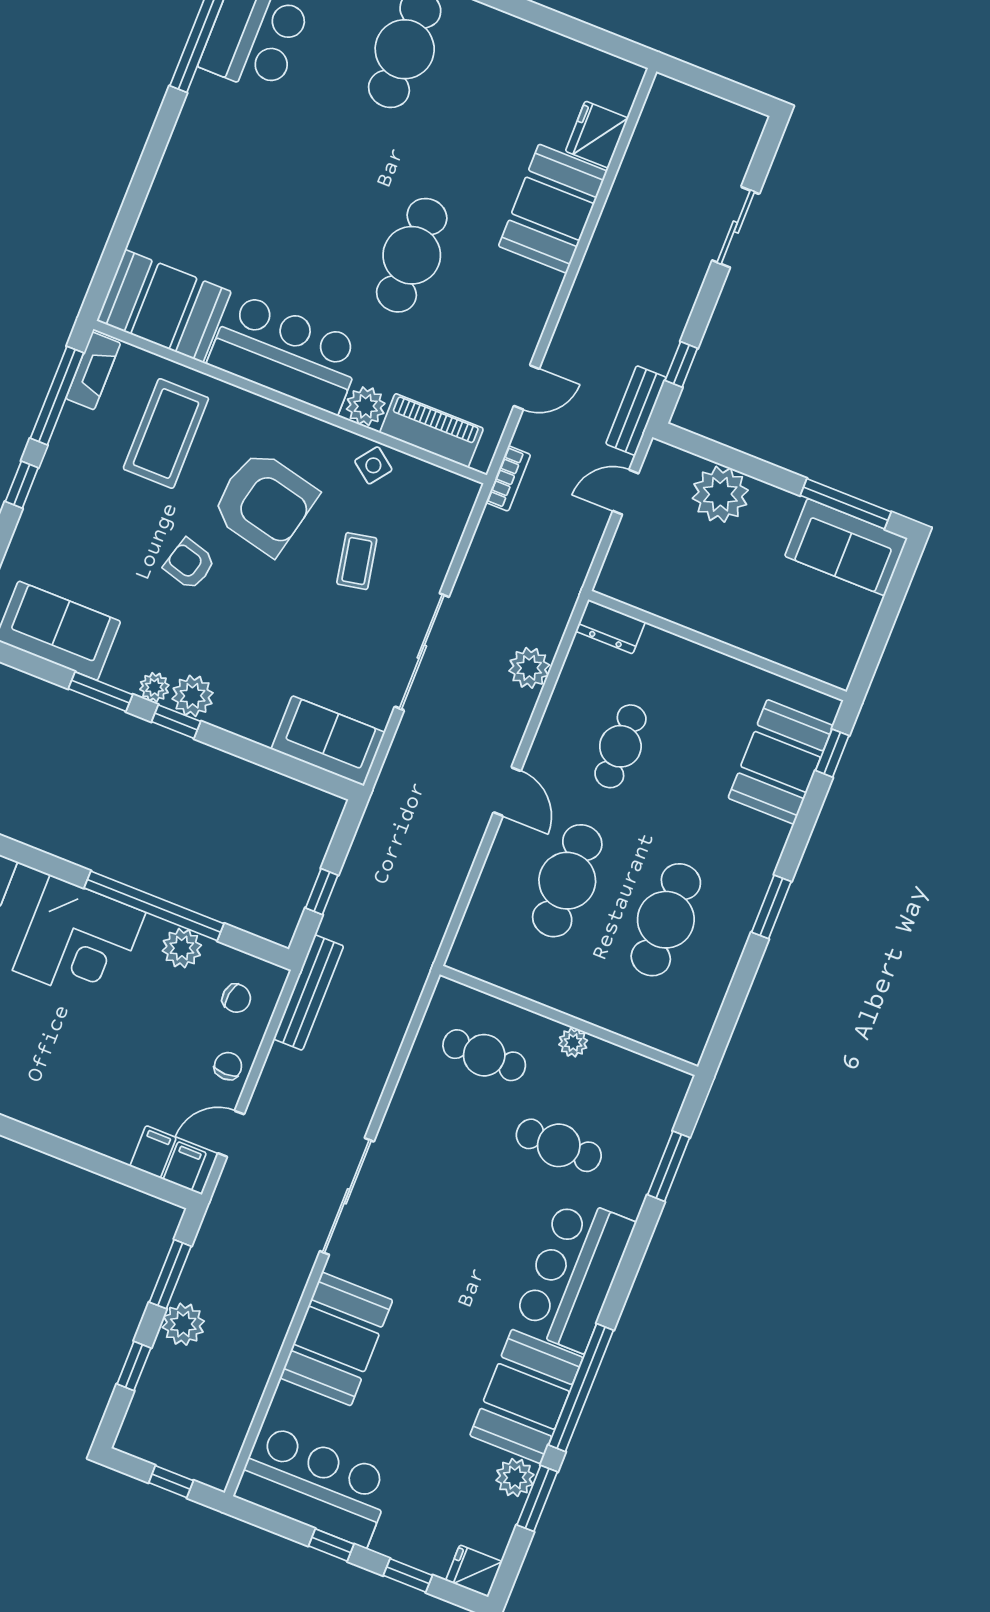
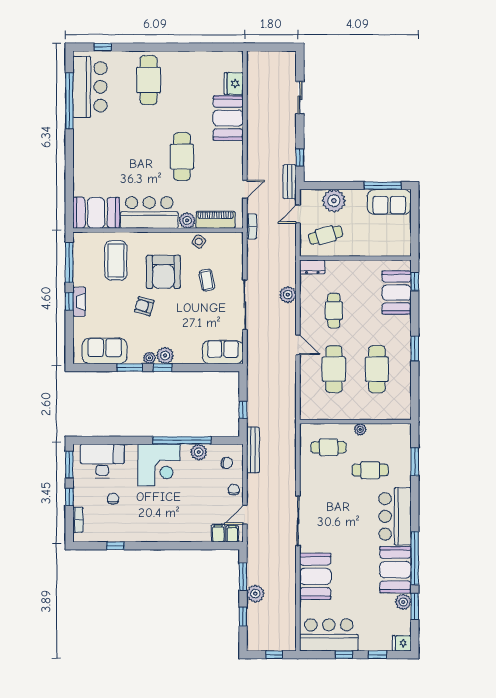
fireplace: (93, 371) -> (79, 302), moved
armchair: (264, 503) -> (163, 272), turned 77
cafe table: (670, 566) -> (326, 235), added

